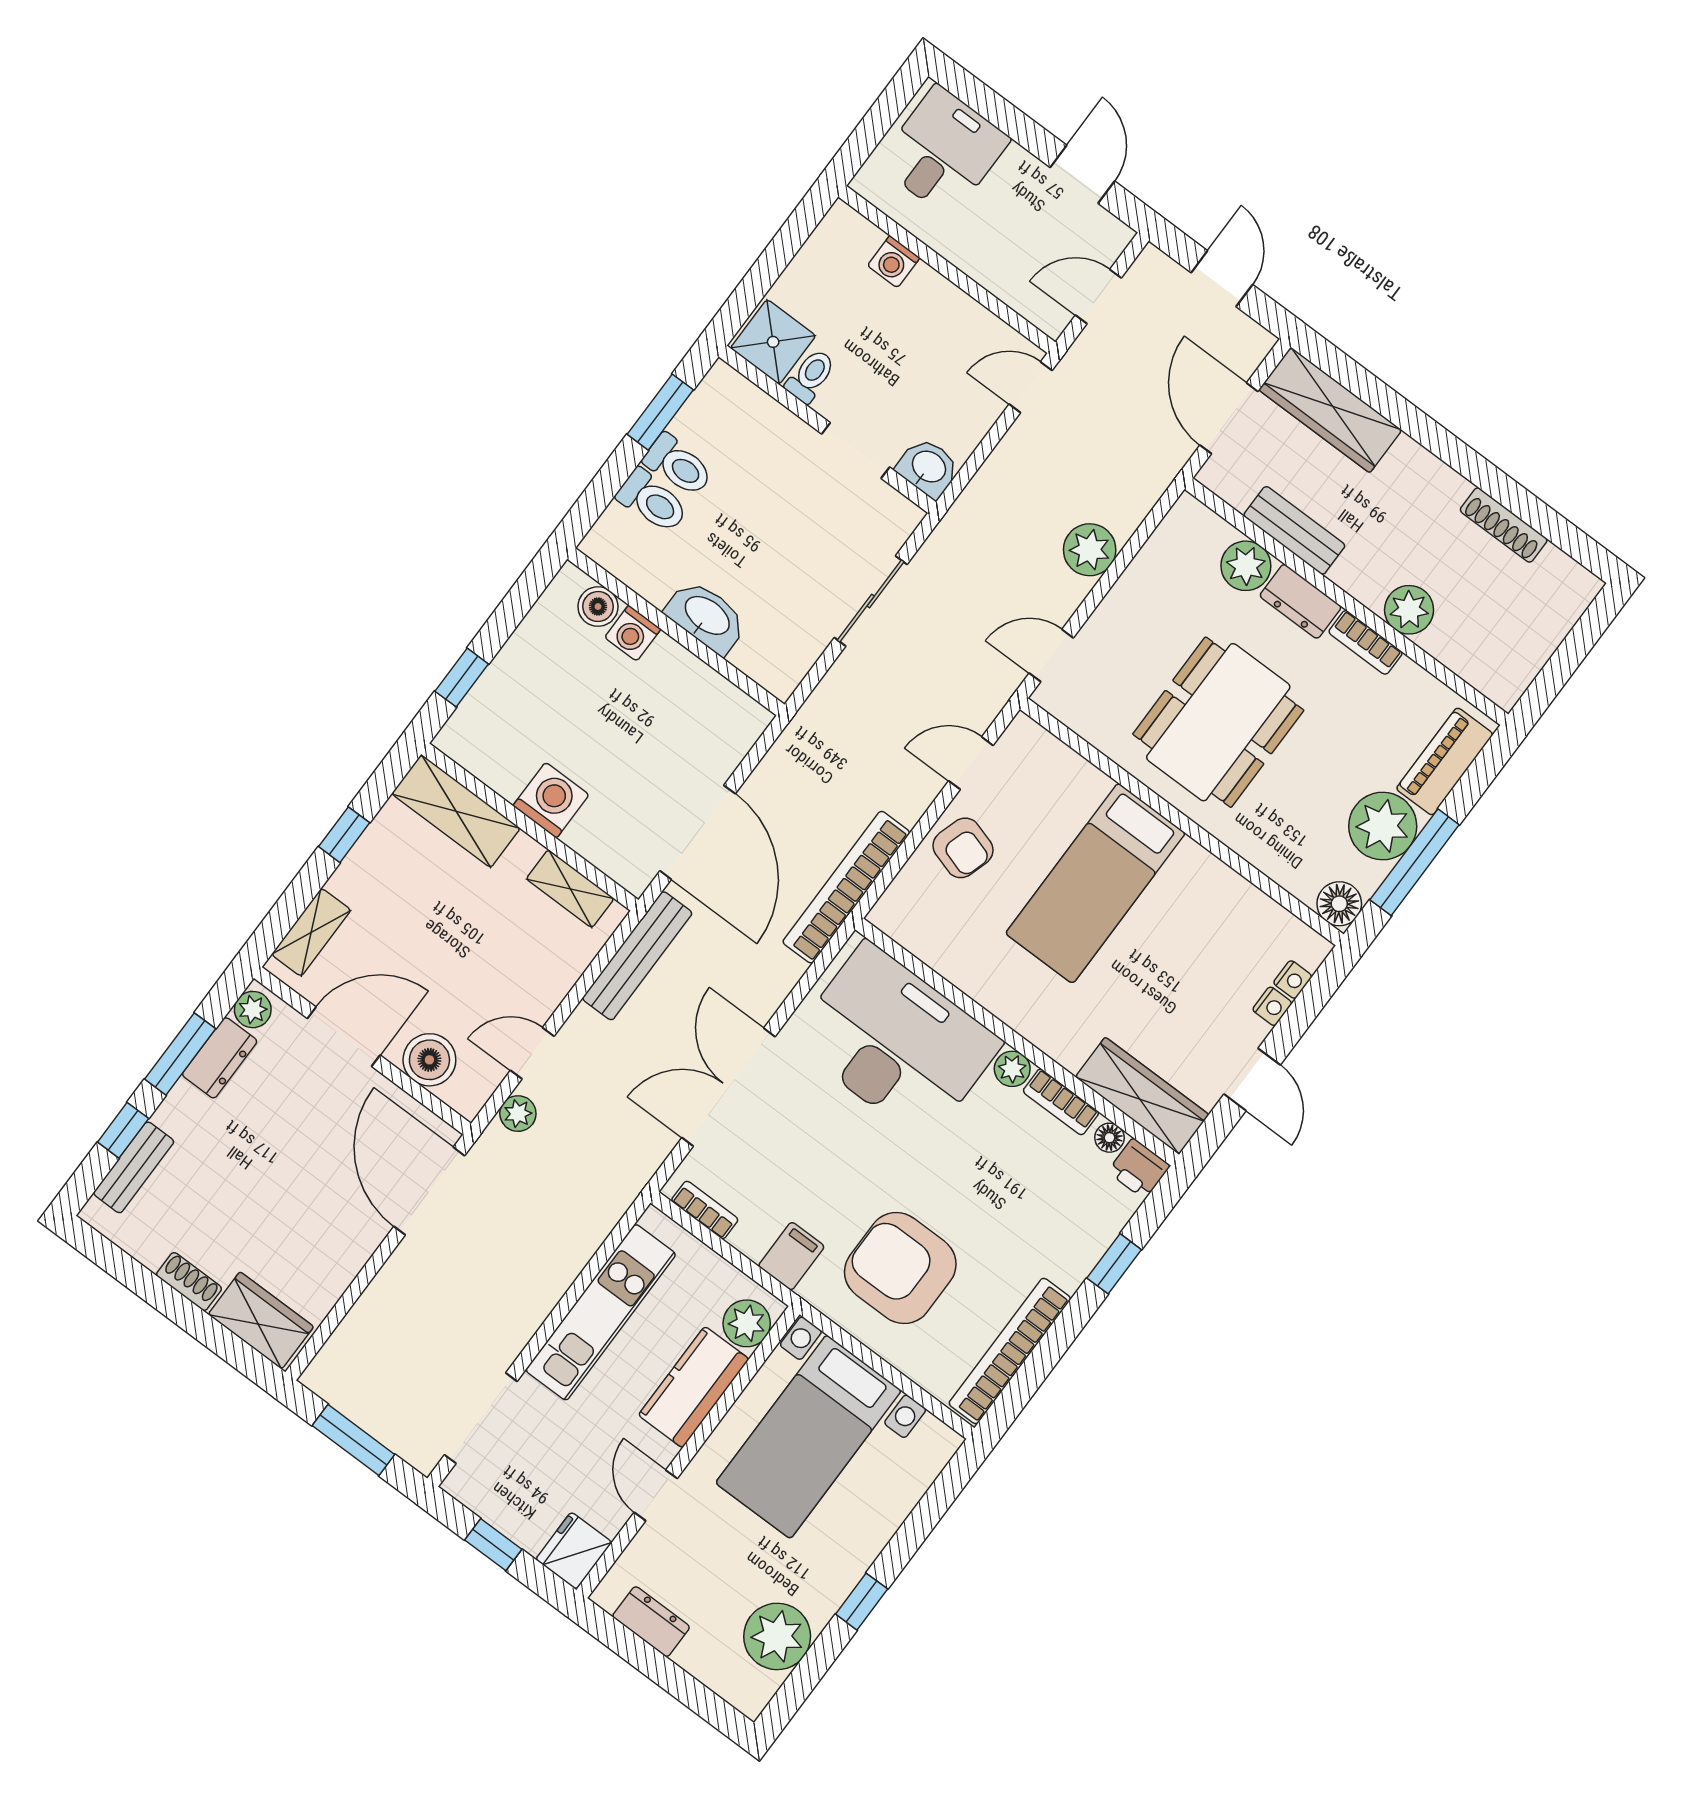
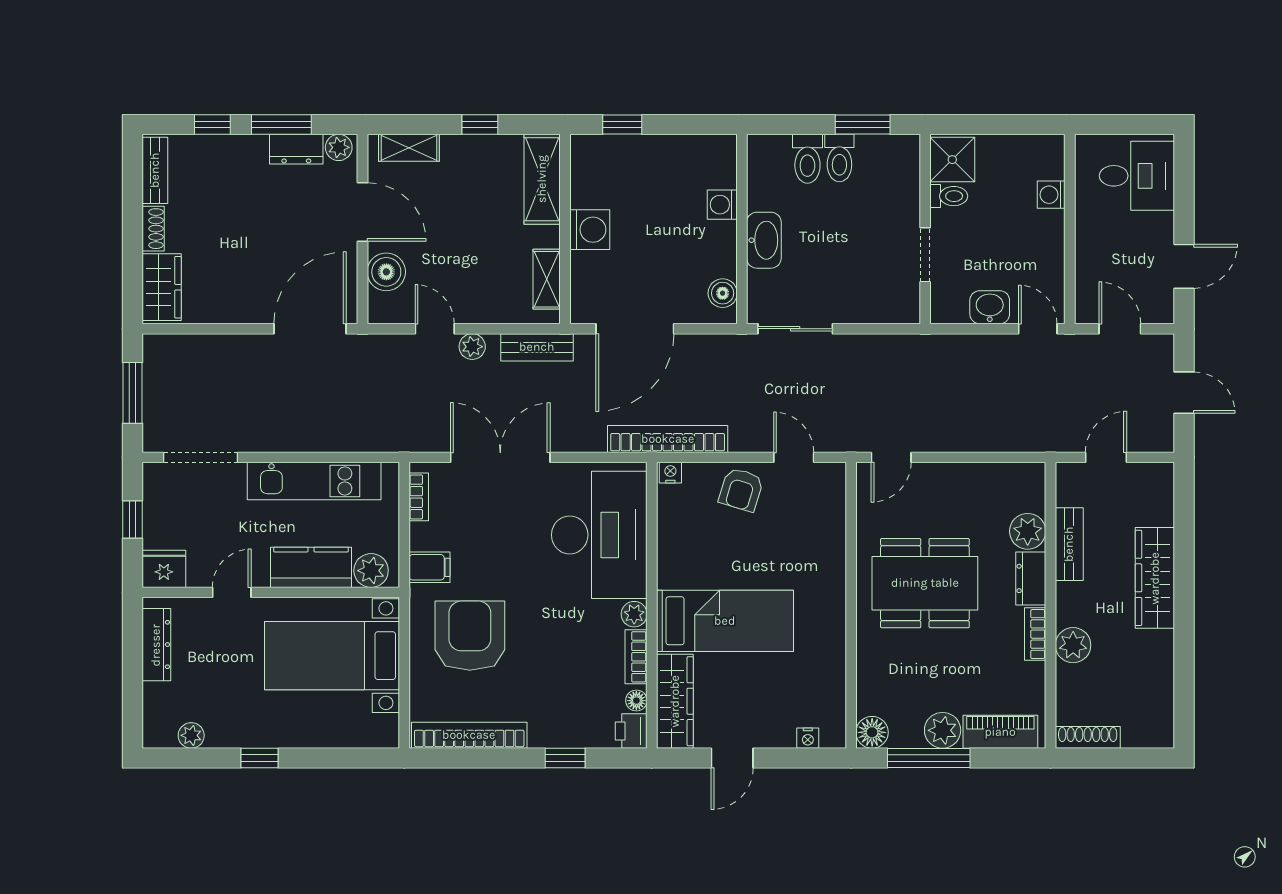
door: (1222, 279) -> (1184, 393), hinge flipped
wardrobe: (1330, 410) -> (1155, 578), moved
door: (1229, 418) -> (1106, 457), width x0.73
washbasin: (928, 468) -> (990, 307), moved, turned -90
shoe rack: (1504, 525) -> (1088, 737), moved, turned 90
plant: (1090, 550) -> (969, 434), removed
sliding door: (871, 601) -> (795, 329), moved
boiler: (598, 607) -> (723, 293), moved
door: (1051, 656) -> (891, 457), swing flipped
plant: (1383, 826) -> (943, 730), width x0.73, depth x0.73
bed: (1095, 883) -> (725, 621), moved, turned 180
bench: (637, 956) -> (537, 347), width x0.73
nightstand: (1272, 1006) -> (670, 473), moved, turned 180
plant: (518, 1114) -> (472, 347), moved
bench: (134, 1167) -> (155, 170), moved, turned 90
dresser: (651, 1622) -> (156, 645), width x1.44
plant: (777, 1636) -> (191, 735), width x0.53, depth x0.53

